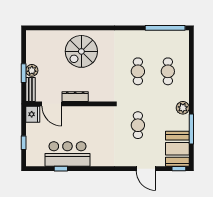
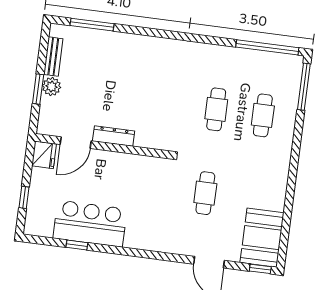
window: (52, 28) -> (92, 25), added
spiral stairs: (81, 51) -> (132, 67), removed
bench: (30, 89) -> (53, 57), moved
door: (52, 104) -> (76, 143), hinge flipped
plant: (183, 108) -> (279, 175), removed
window: (191, 129) -> (304, 87), moved

